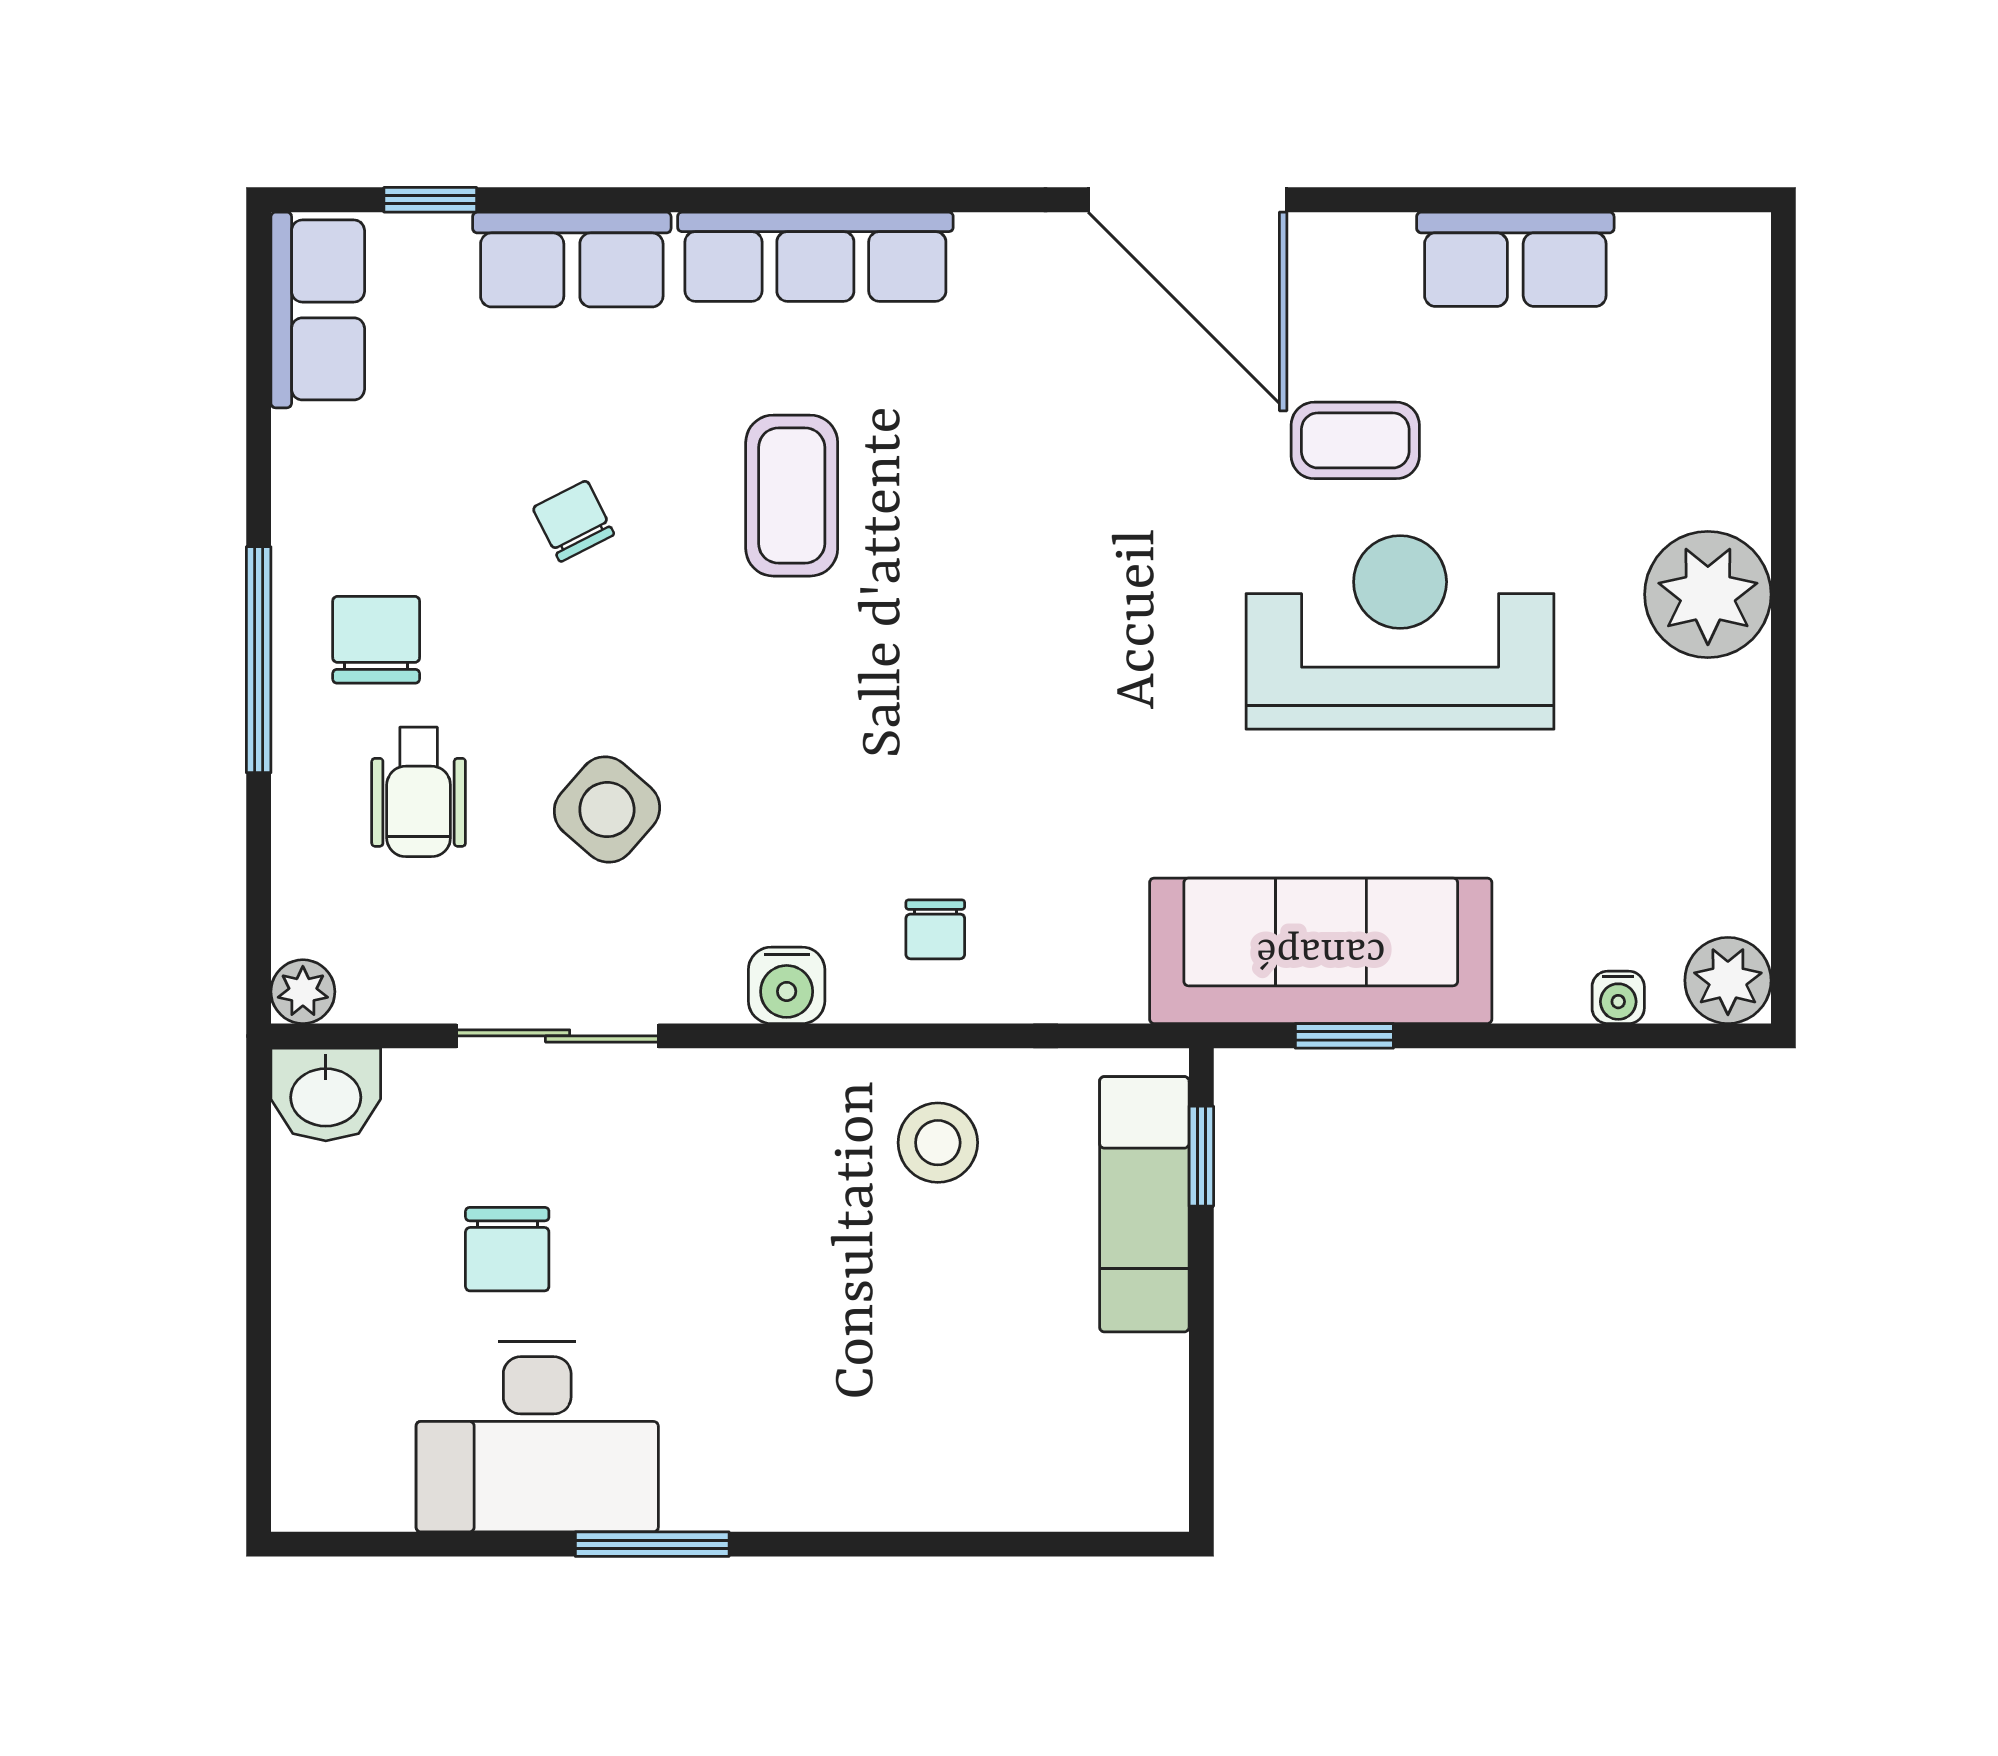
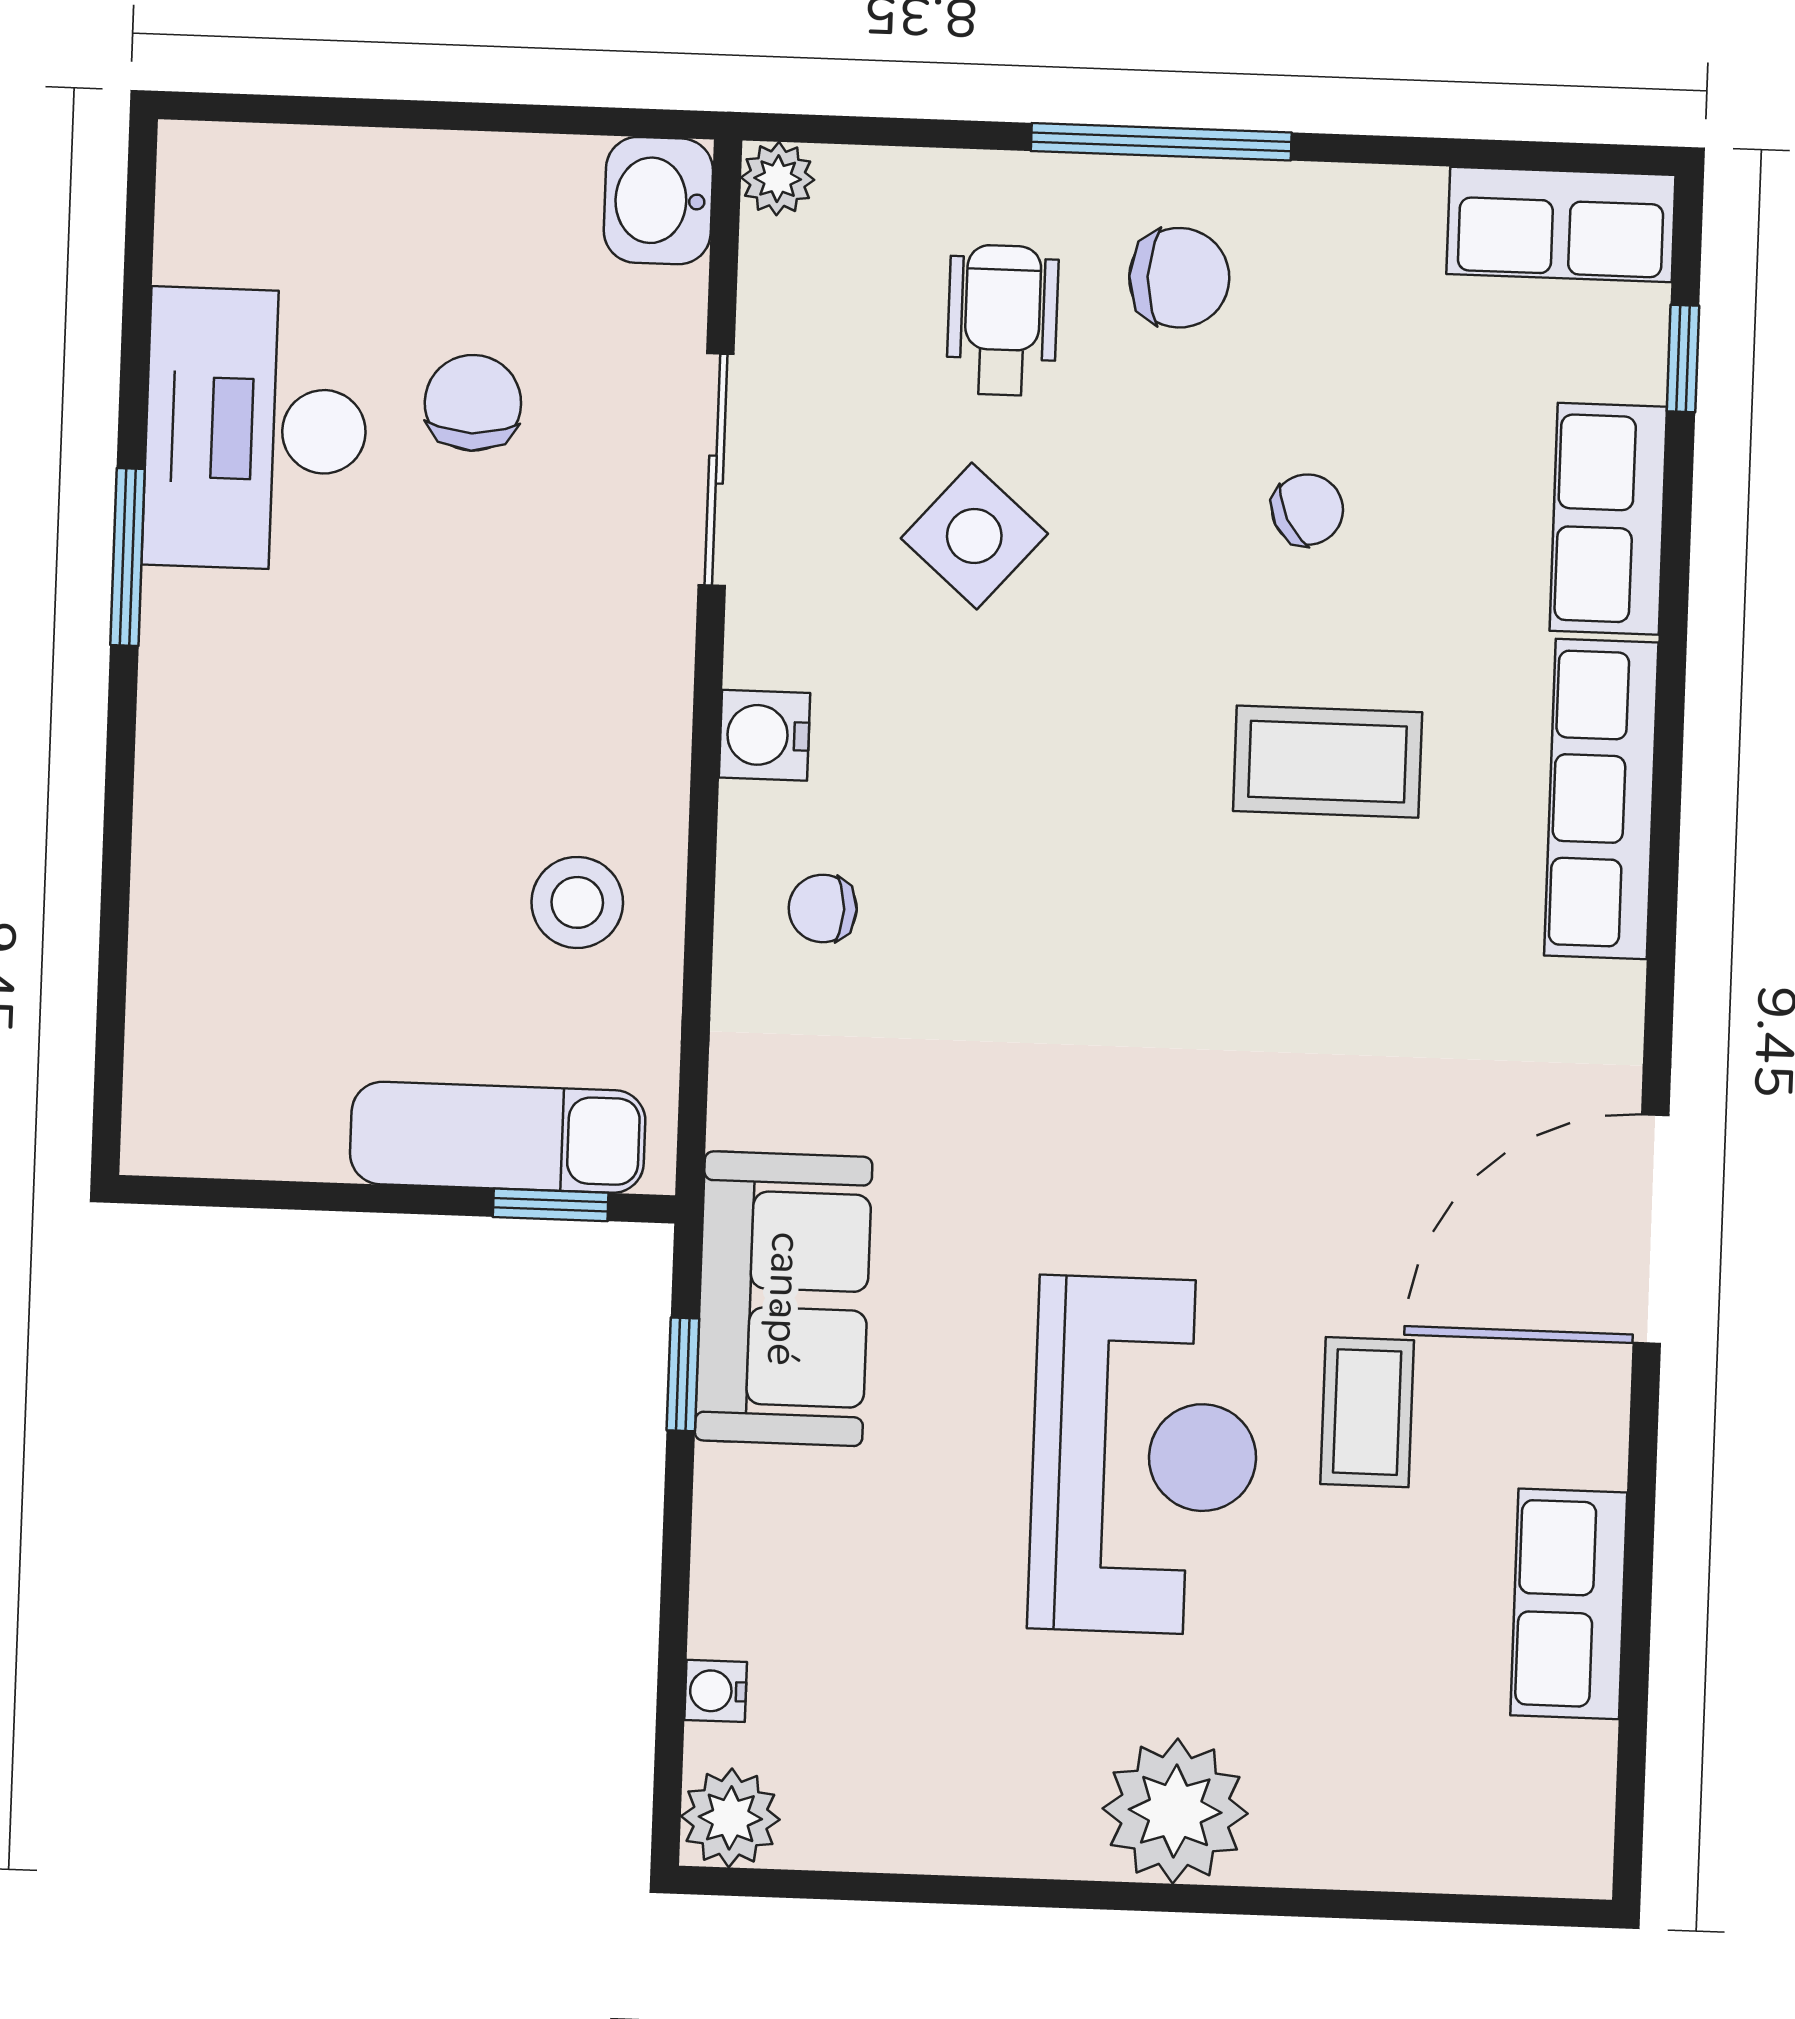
wheelchair: (419, 792) -> (1002, 320), turned 90
sofa: (1321, 951) -> (784, 1299), width x0.73
chair: (507, 1249) -> (473, 403), turned 90

